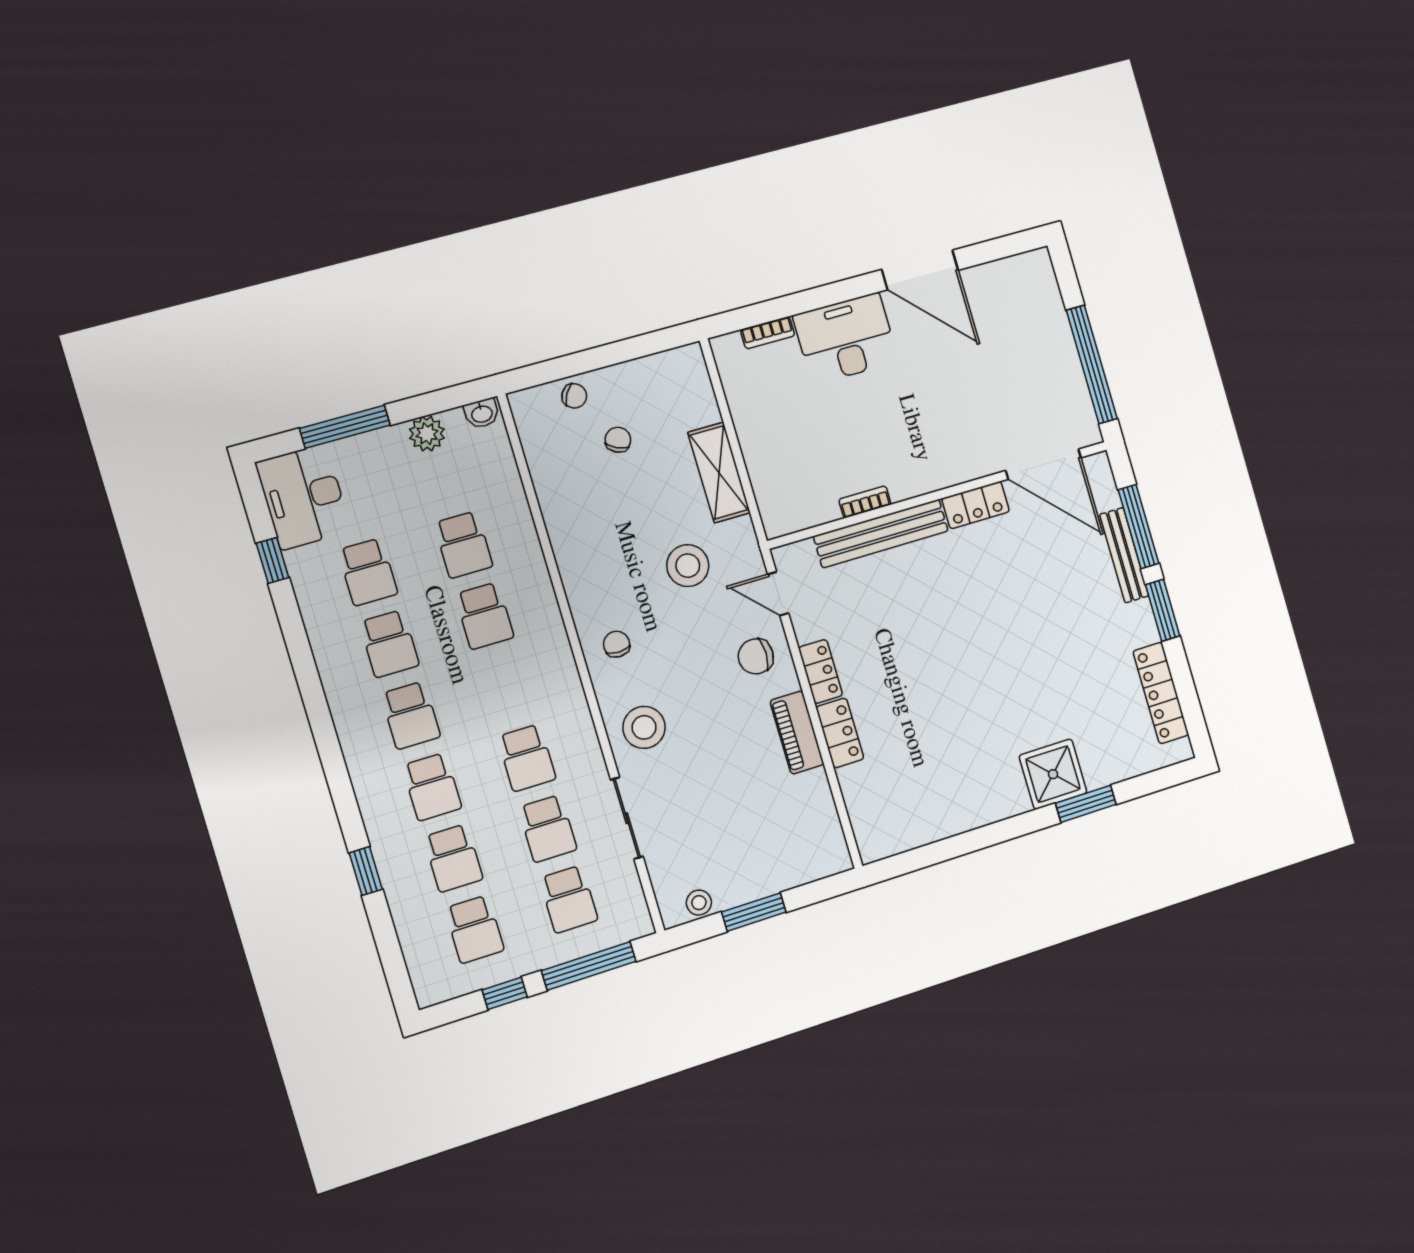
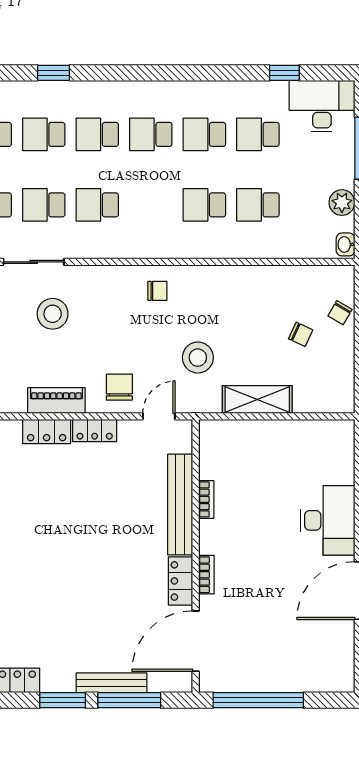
bookcase: (768, 333) -> (206, 575), moved, turned 180
stool: (644, 727) -> (53, 314), moved

